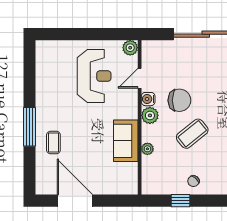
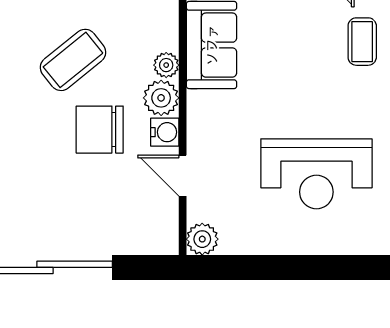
reception desk: (94, 76) -> (316, 174), moved, turned -90
door: (140, 78) -> (183, 176), swing flipped
plant: (147, 149) -> (166, 65), moved

